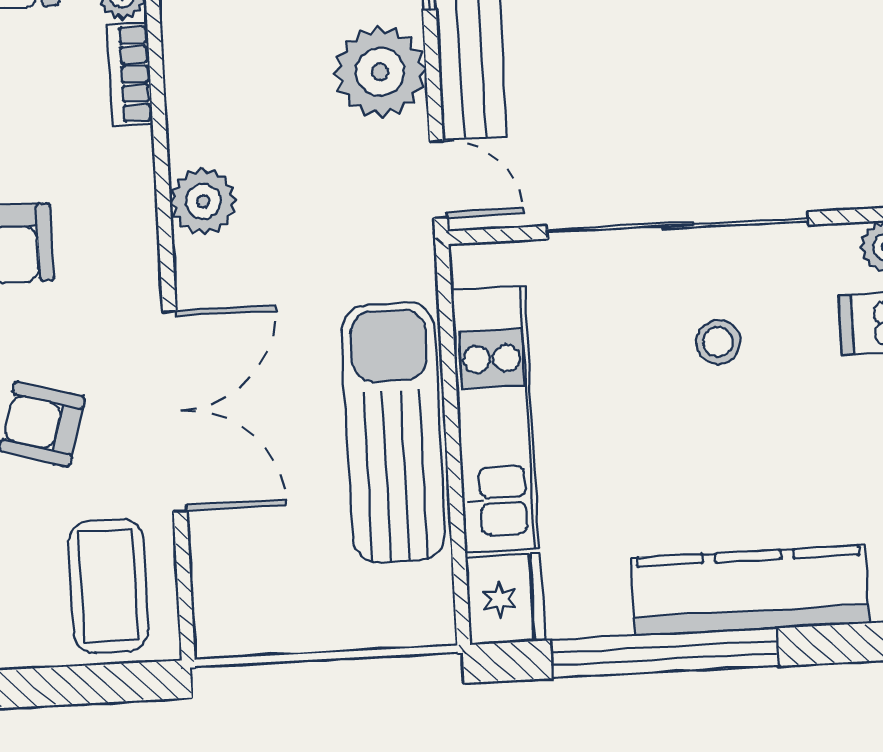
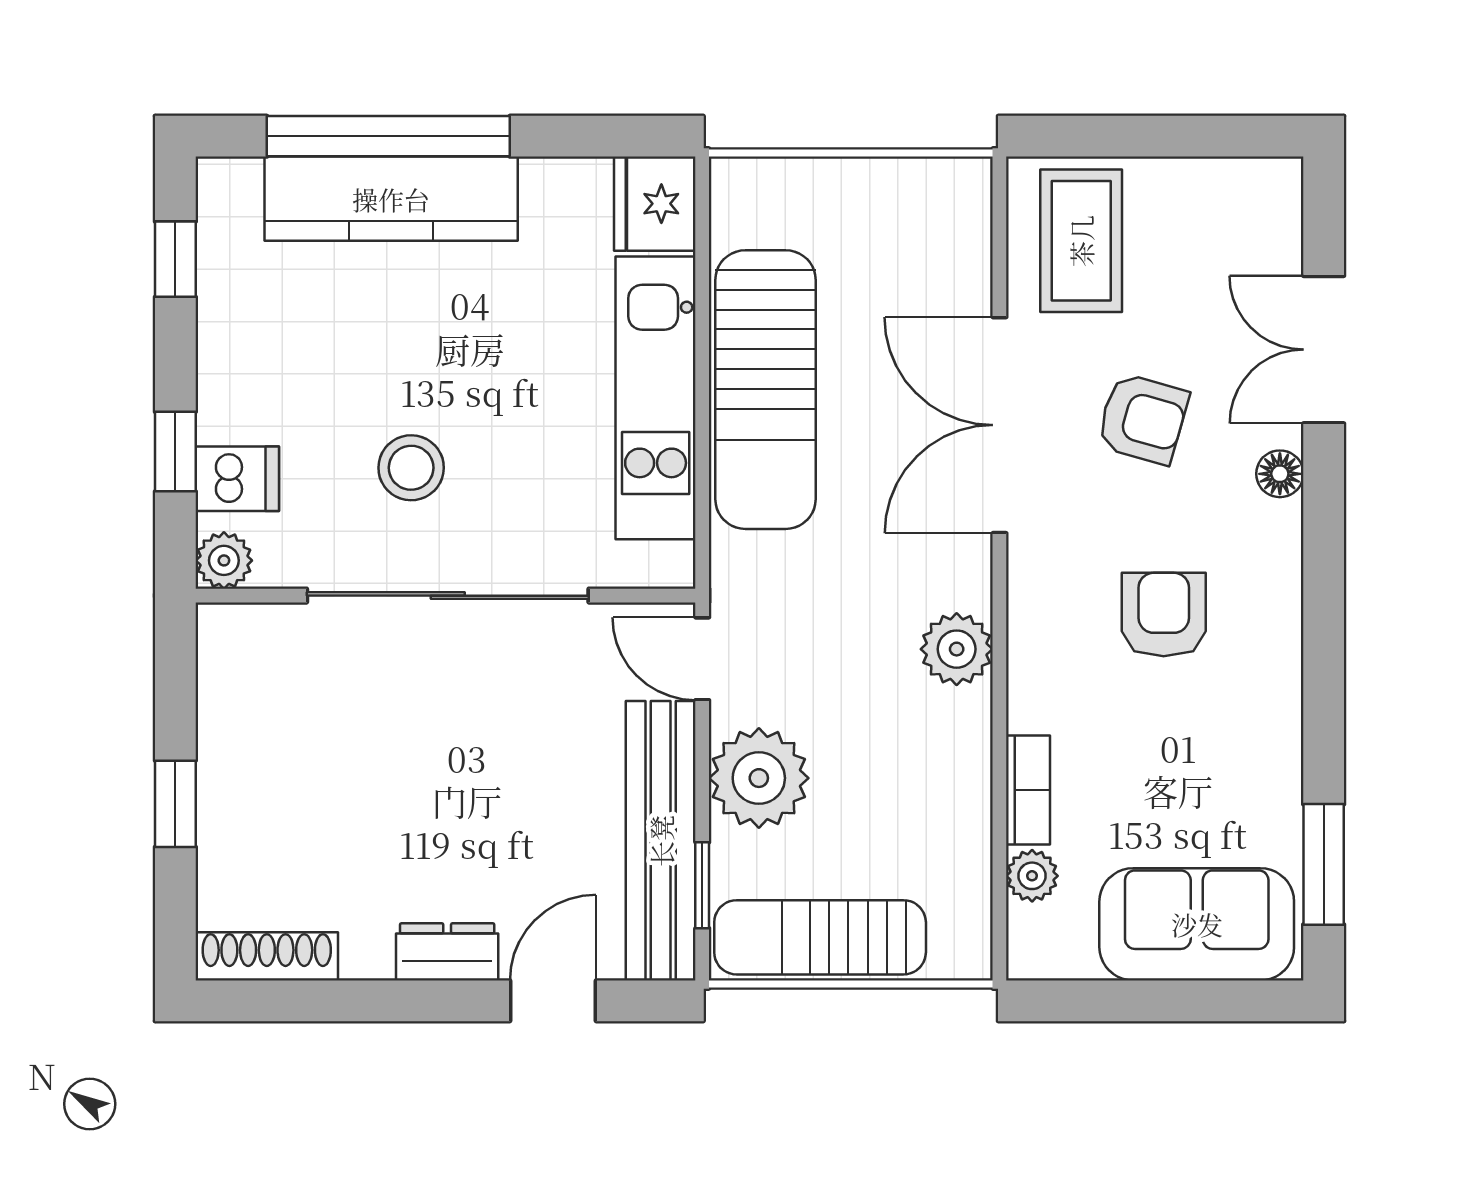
stool: (718, 342) -> (411, 468), width x1.37, depth x1.37
window: (665, 653) -> (388, 136), moved

